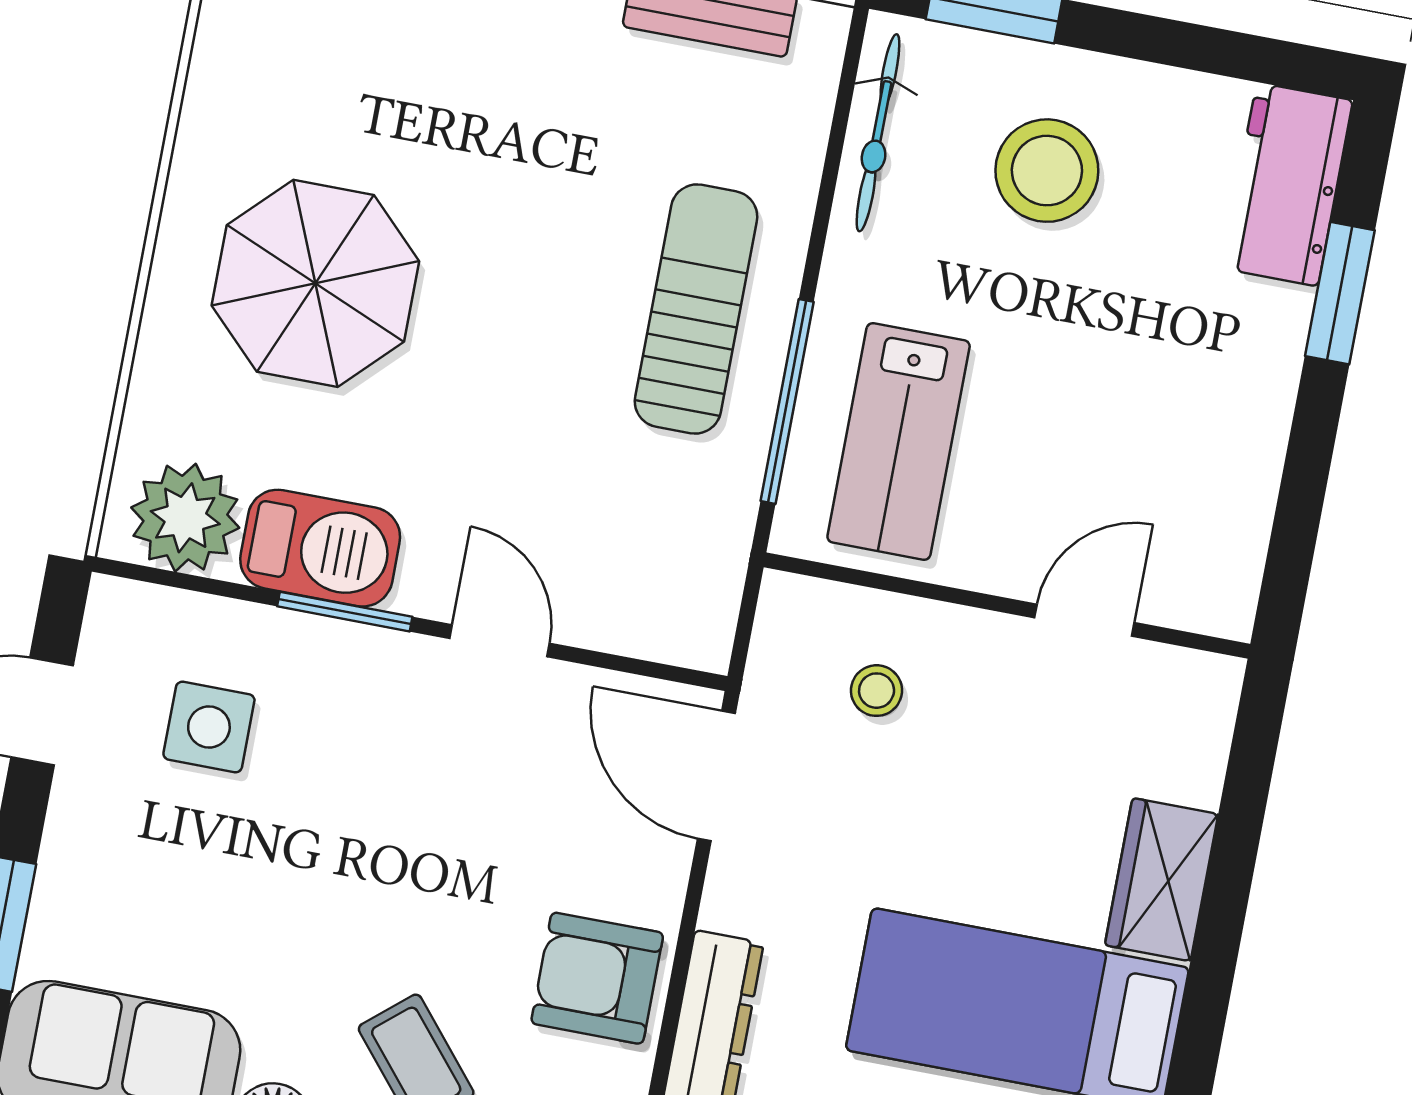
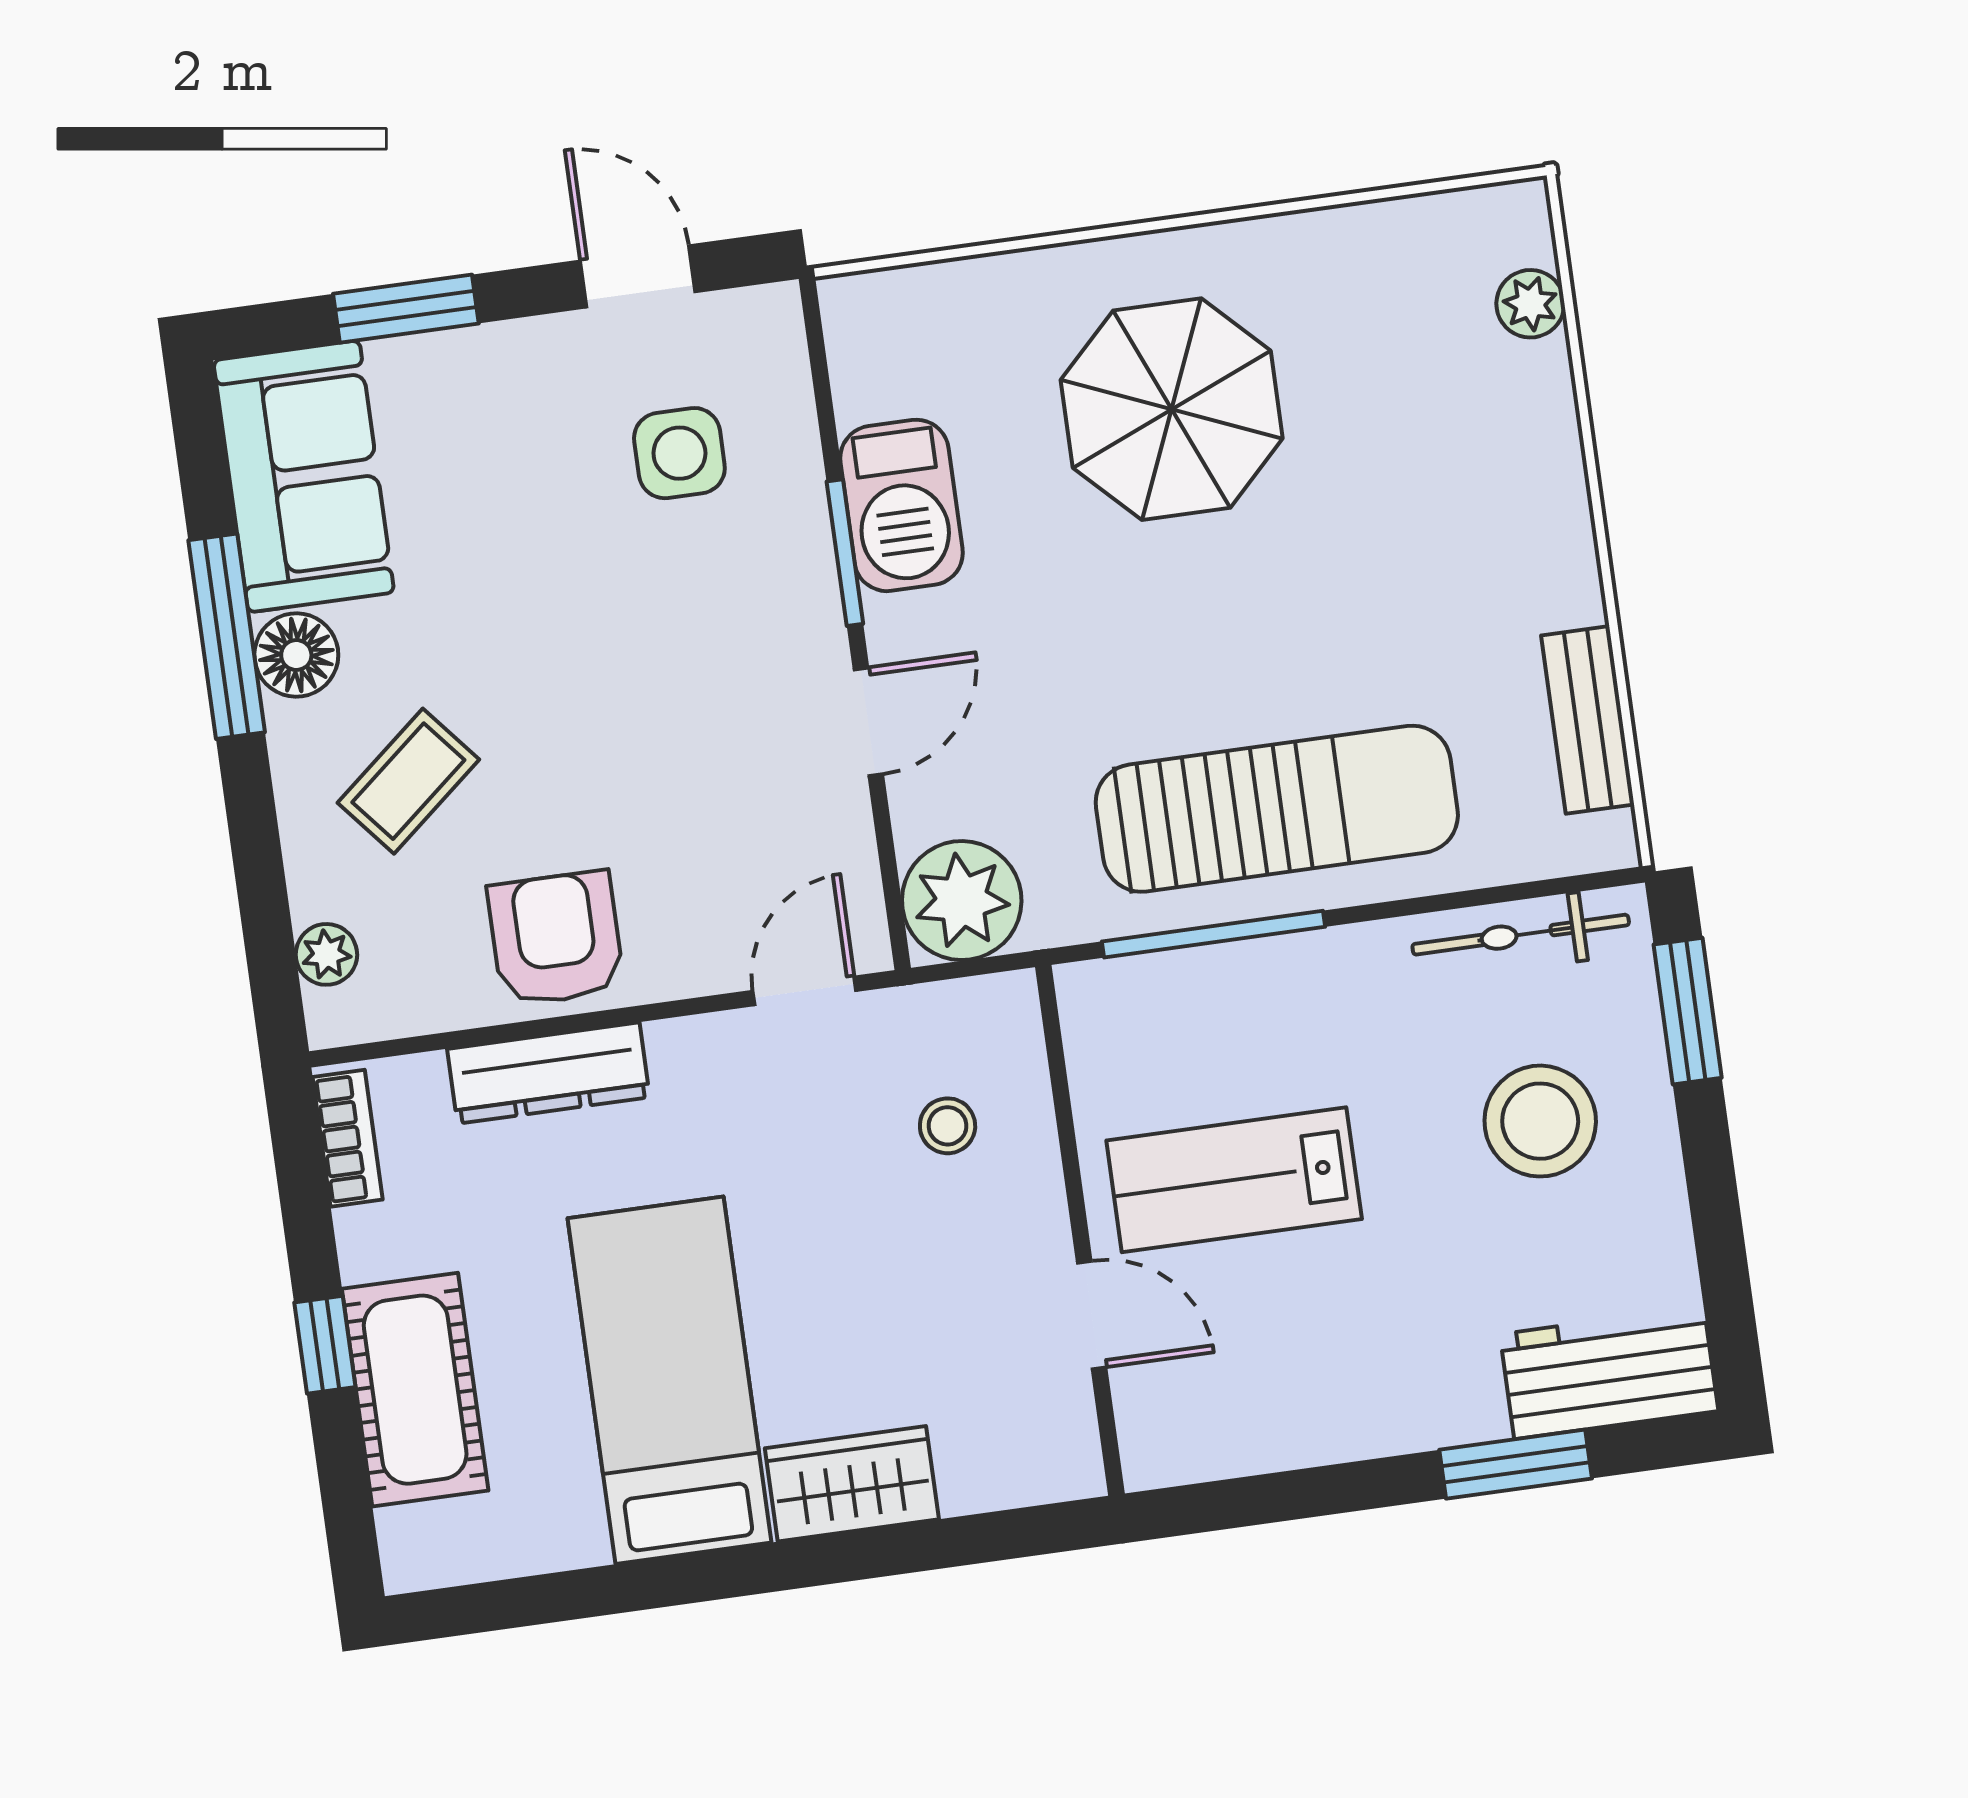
sun lounger: (696, 309) -> (1277, 809), width x1.36, depth x1.34
lab bench: (899, 441) -> (1234, 1180), moved
plant: (185, 518) -> (962, 901), moved
door: (716, 776) -> (804, 991), width x0.73

